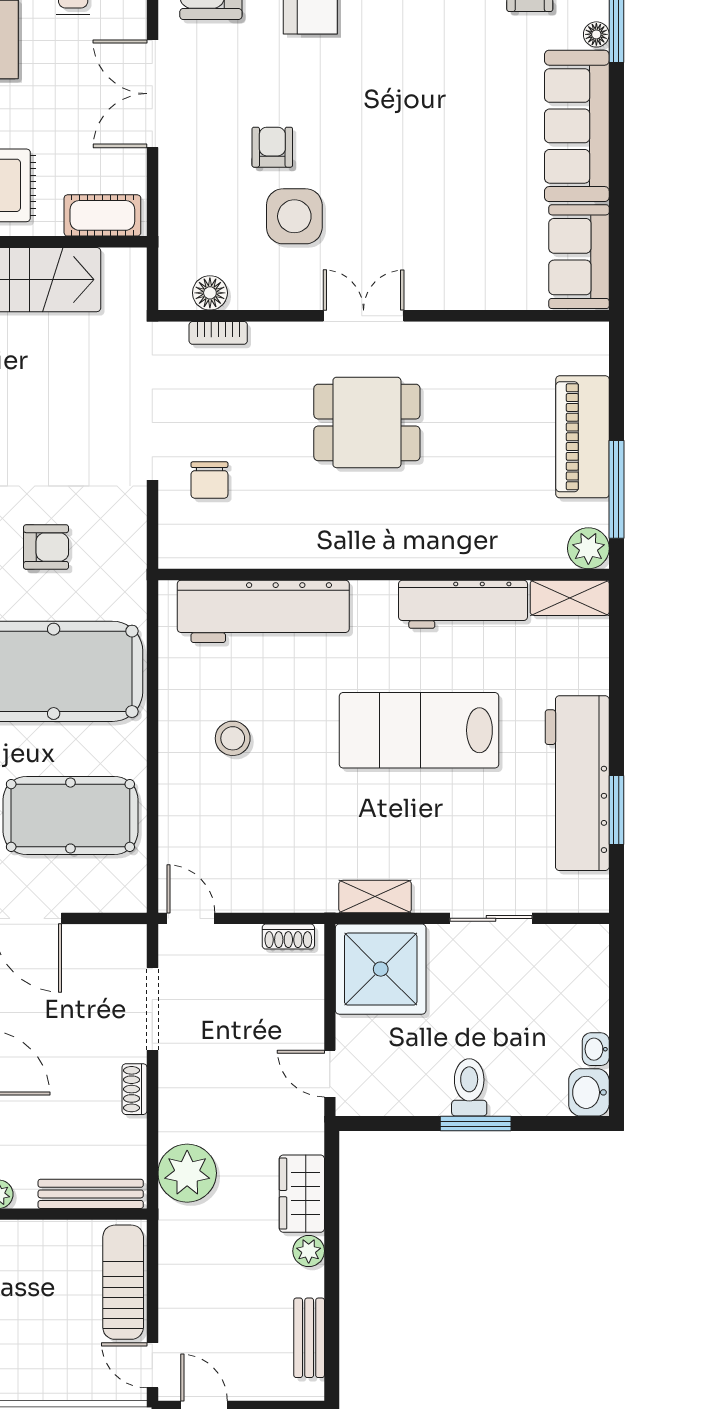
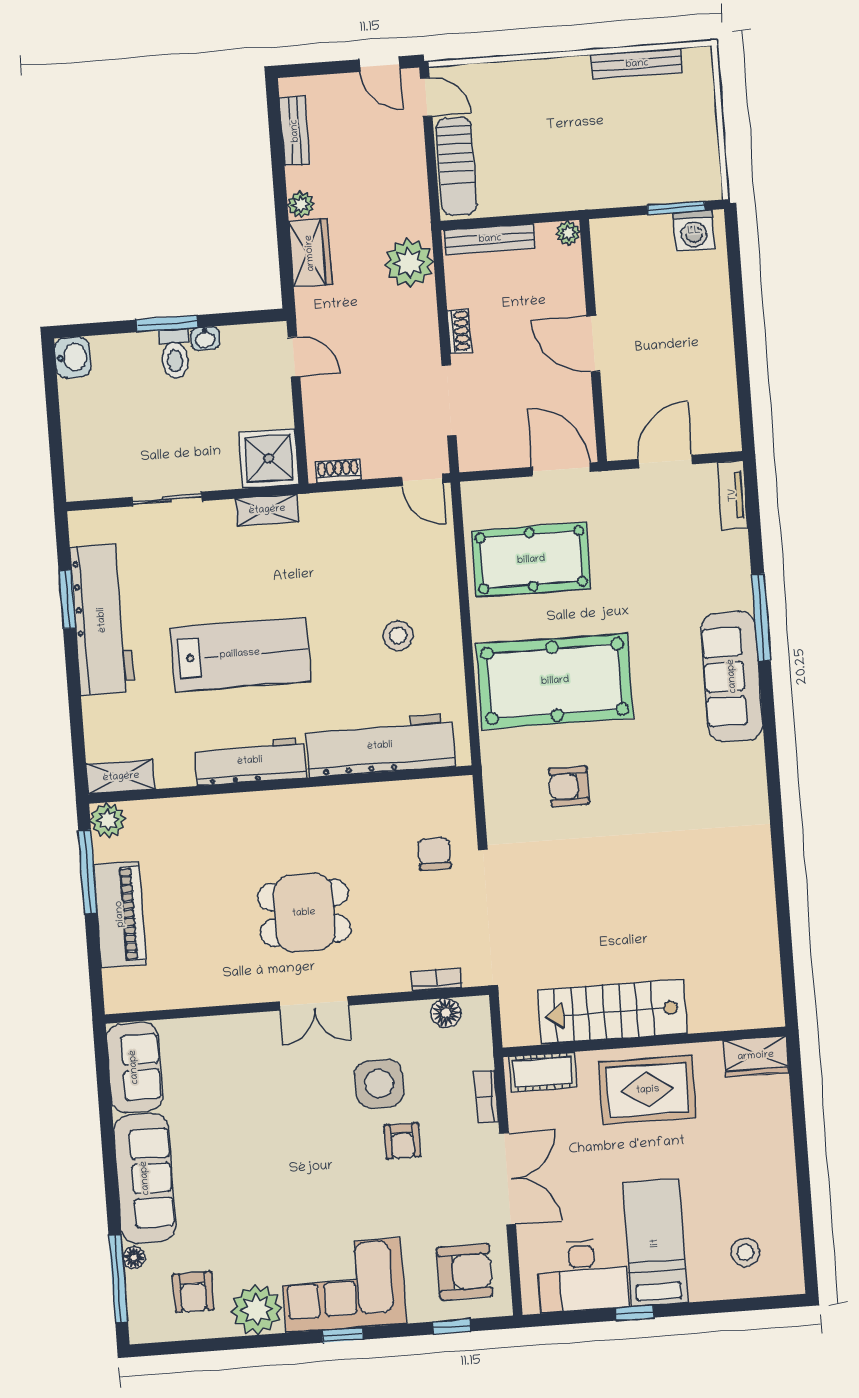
bookcase: (170, 191) -> (486, 1097), added
workbench: (463, 604) -> (250, 761), moved
shower: (381, 969) -> (269, 458), width x0.73, depth x0.73
washbasin: (596, 1049) -> (205, 338), moved, turned 90

